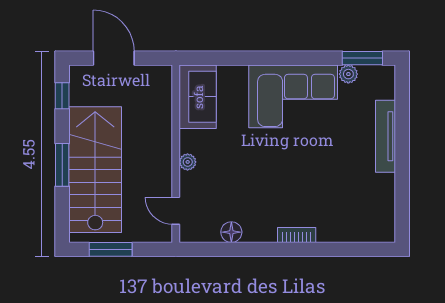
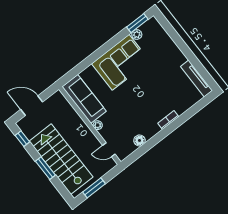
sofa: (198, 97) -> (84, 99), width x1.36
tv unit: (385, 136) -> (196, 78), moved

